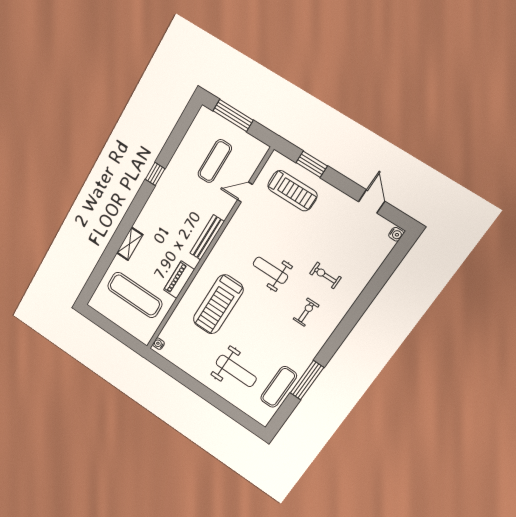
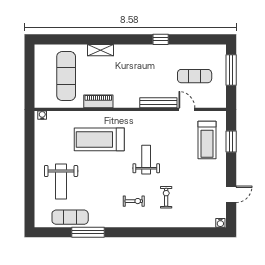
bench: (207, 237) -> (158, 103), moved

